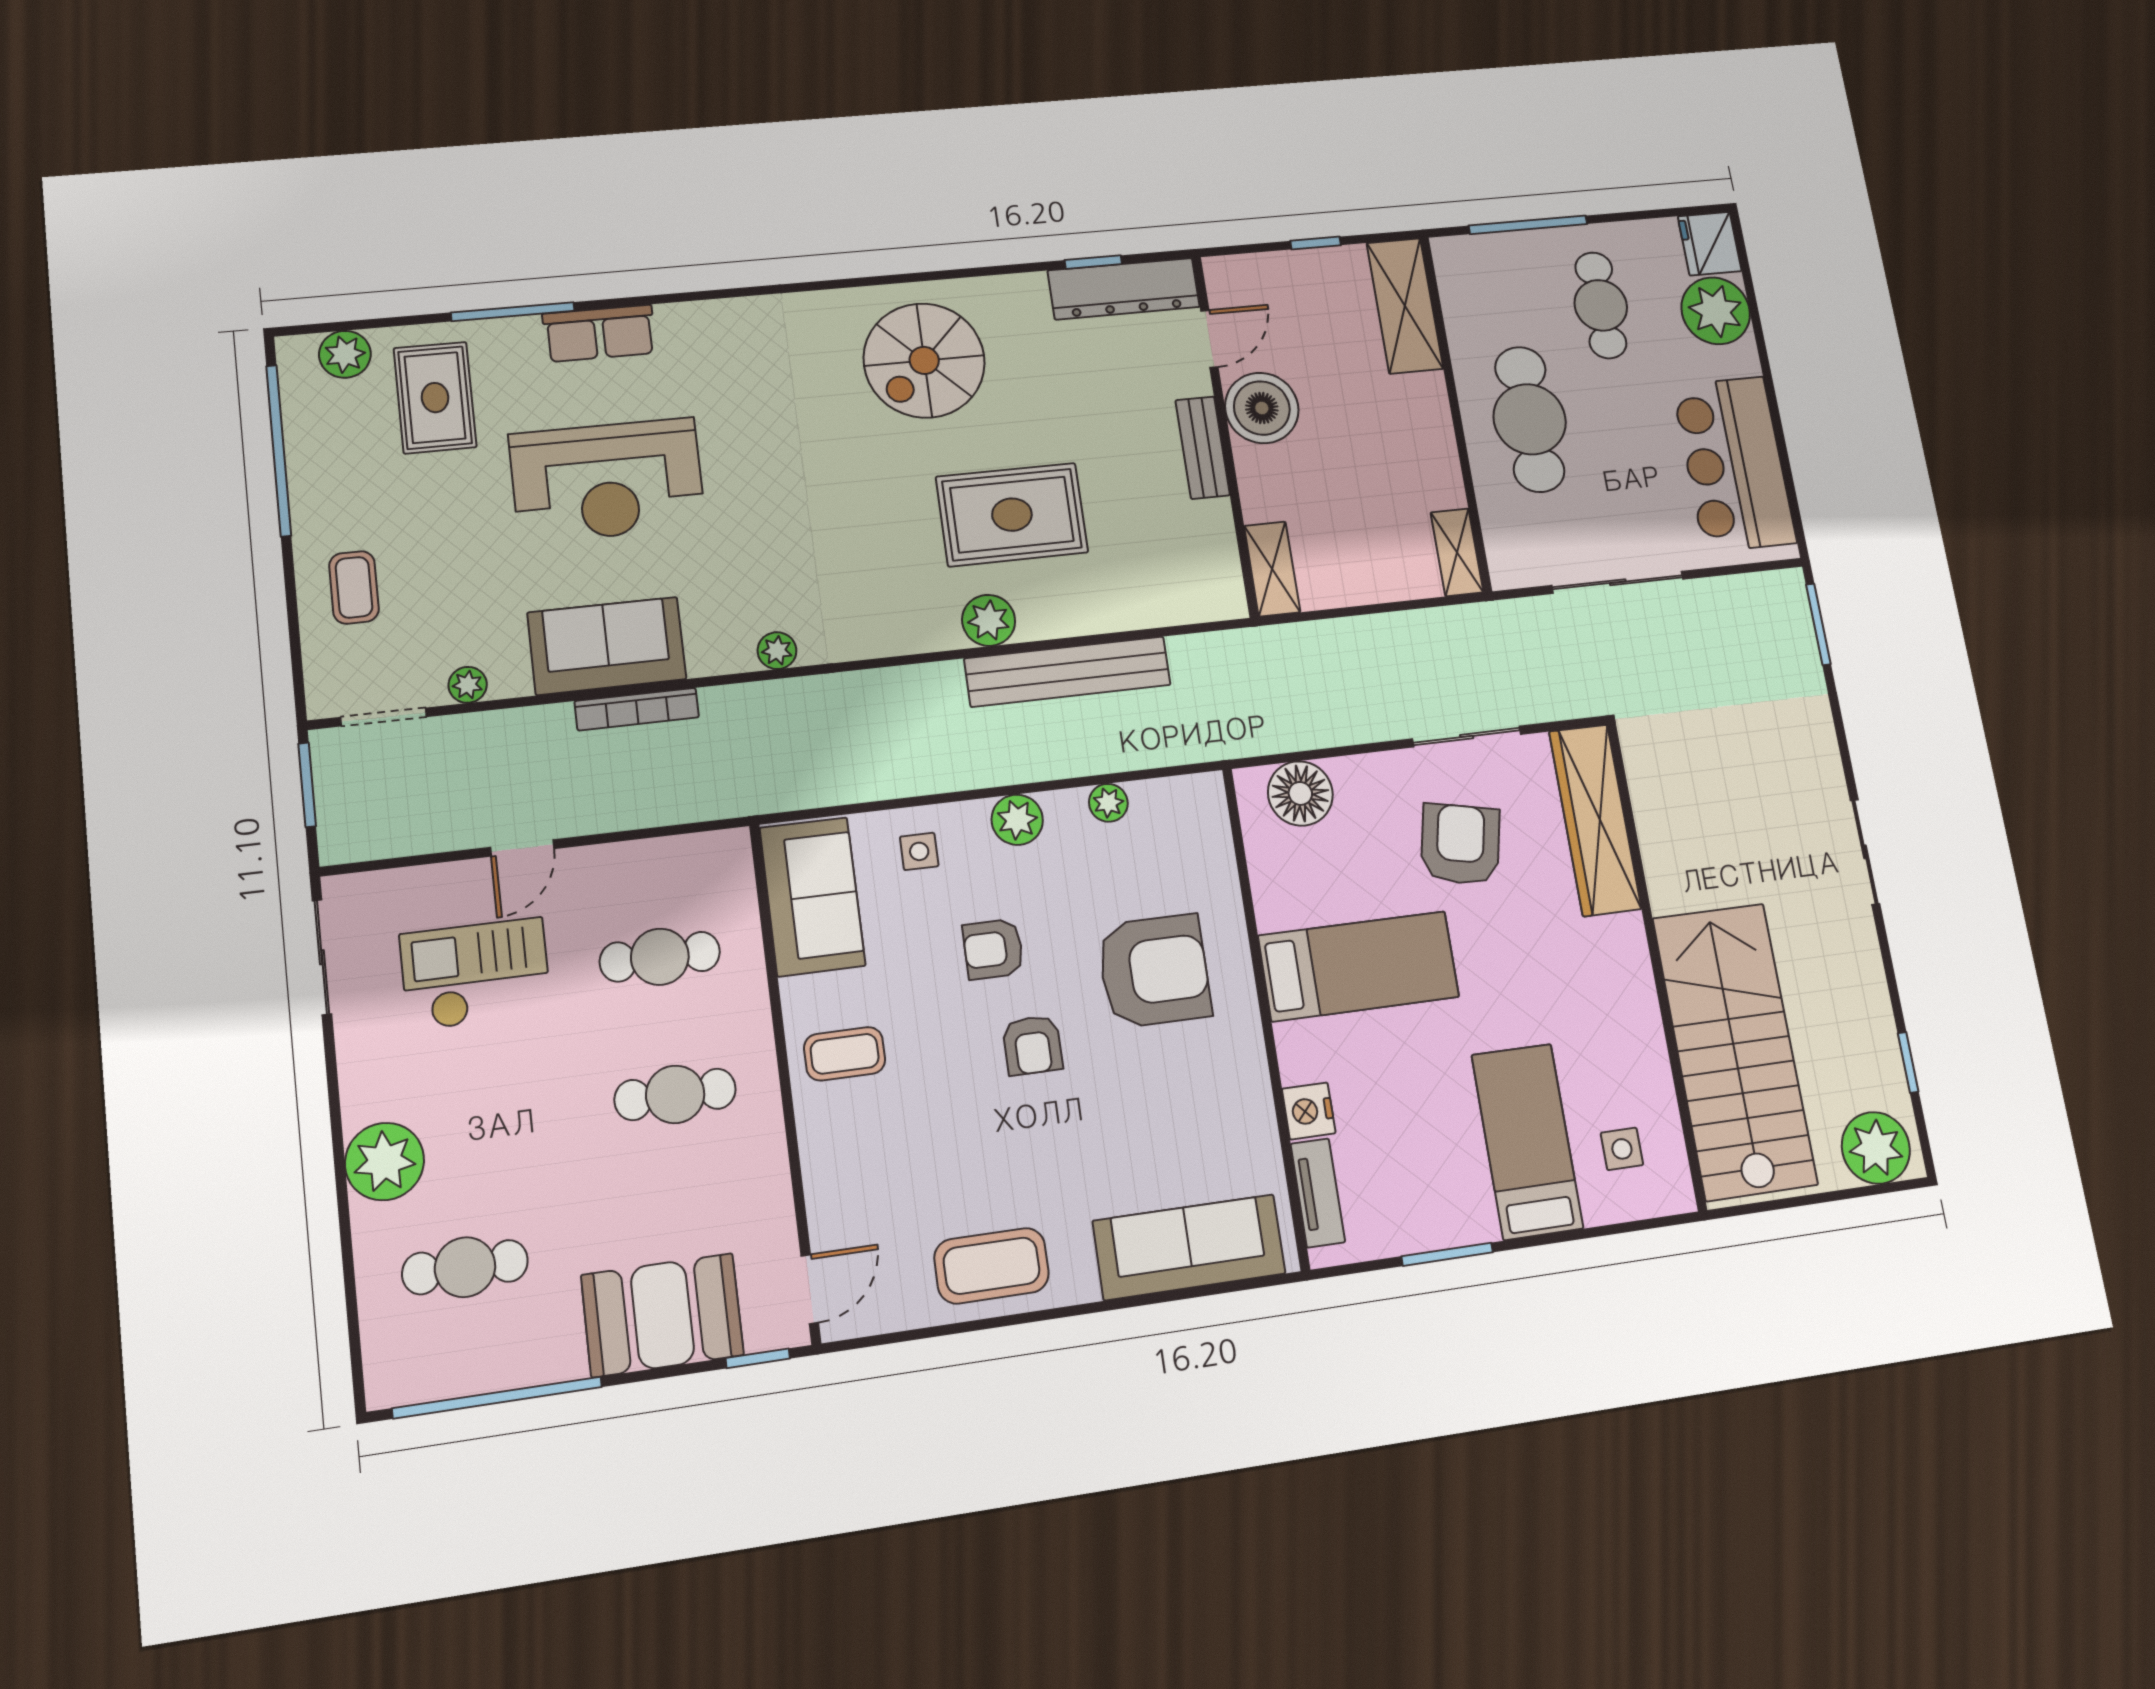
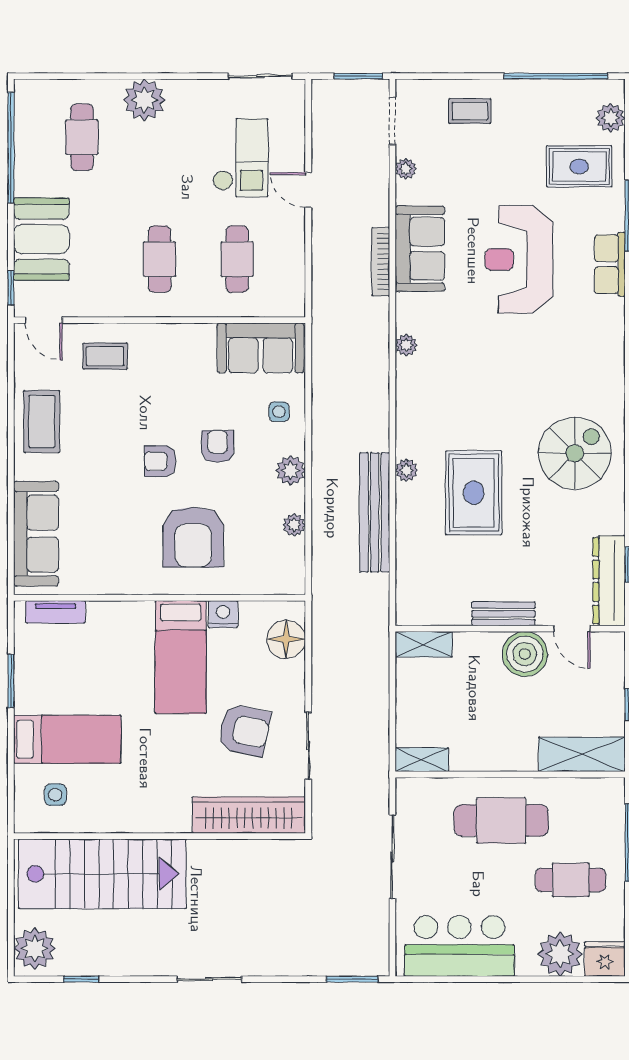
spiral stairs: (924, 360) -> (575, 453), turned 90
plant: (989, 620) -> (406, 470), width x0.73, depth x0.73
coffee table: (845, 1054) -> (105, 356), moved, turned 90
nightstand: (1309, 1111) -> (223, 614), moved

